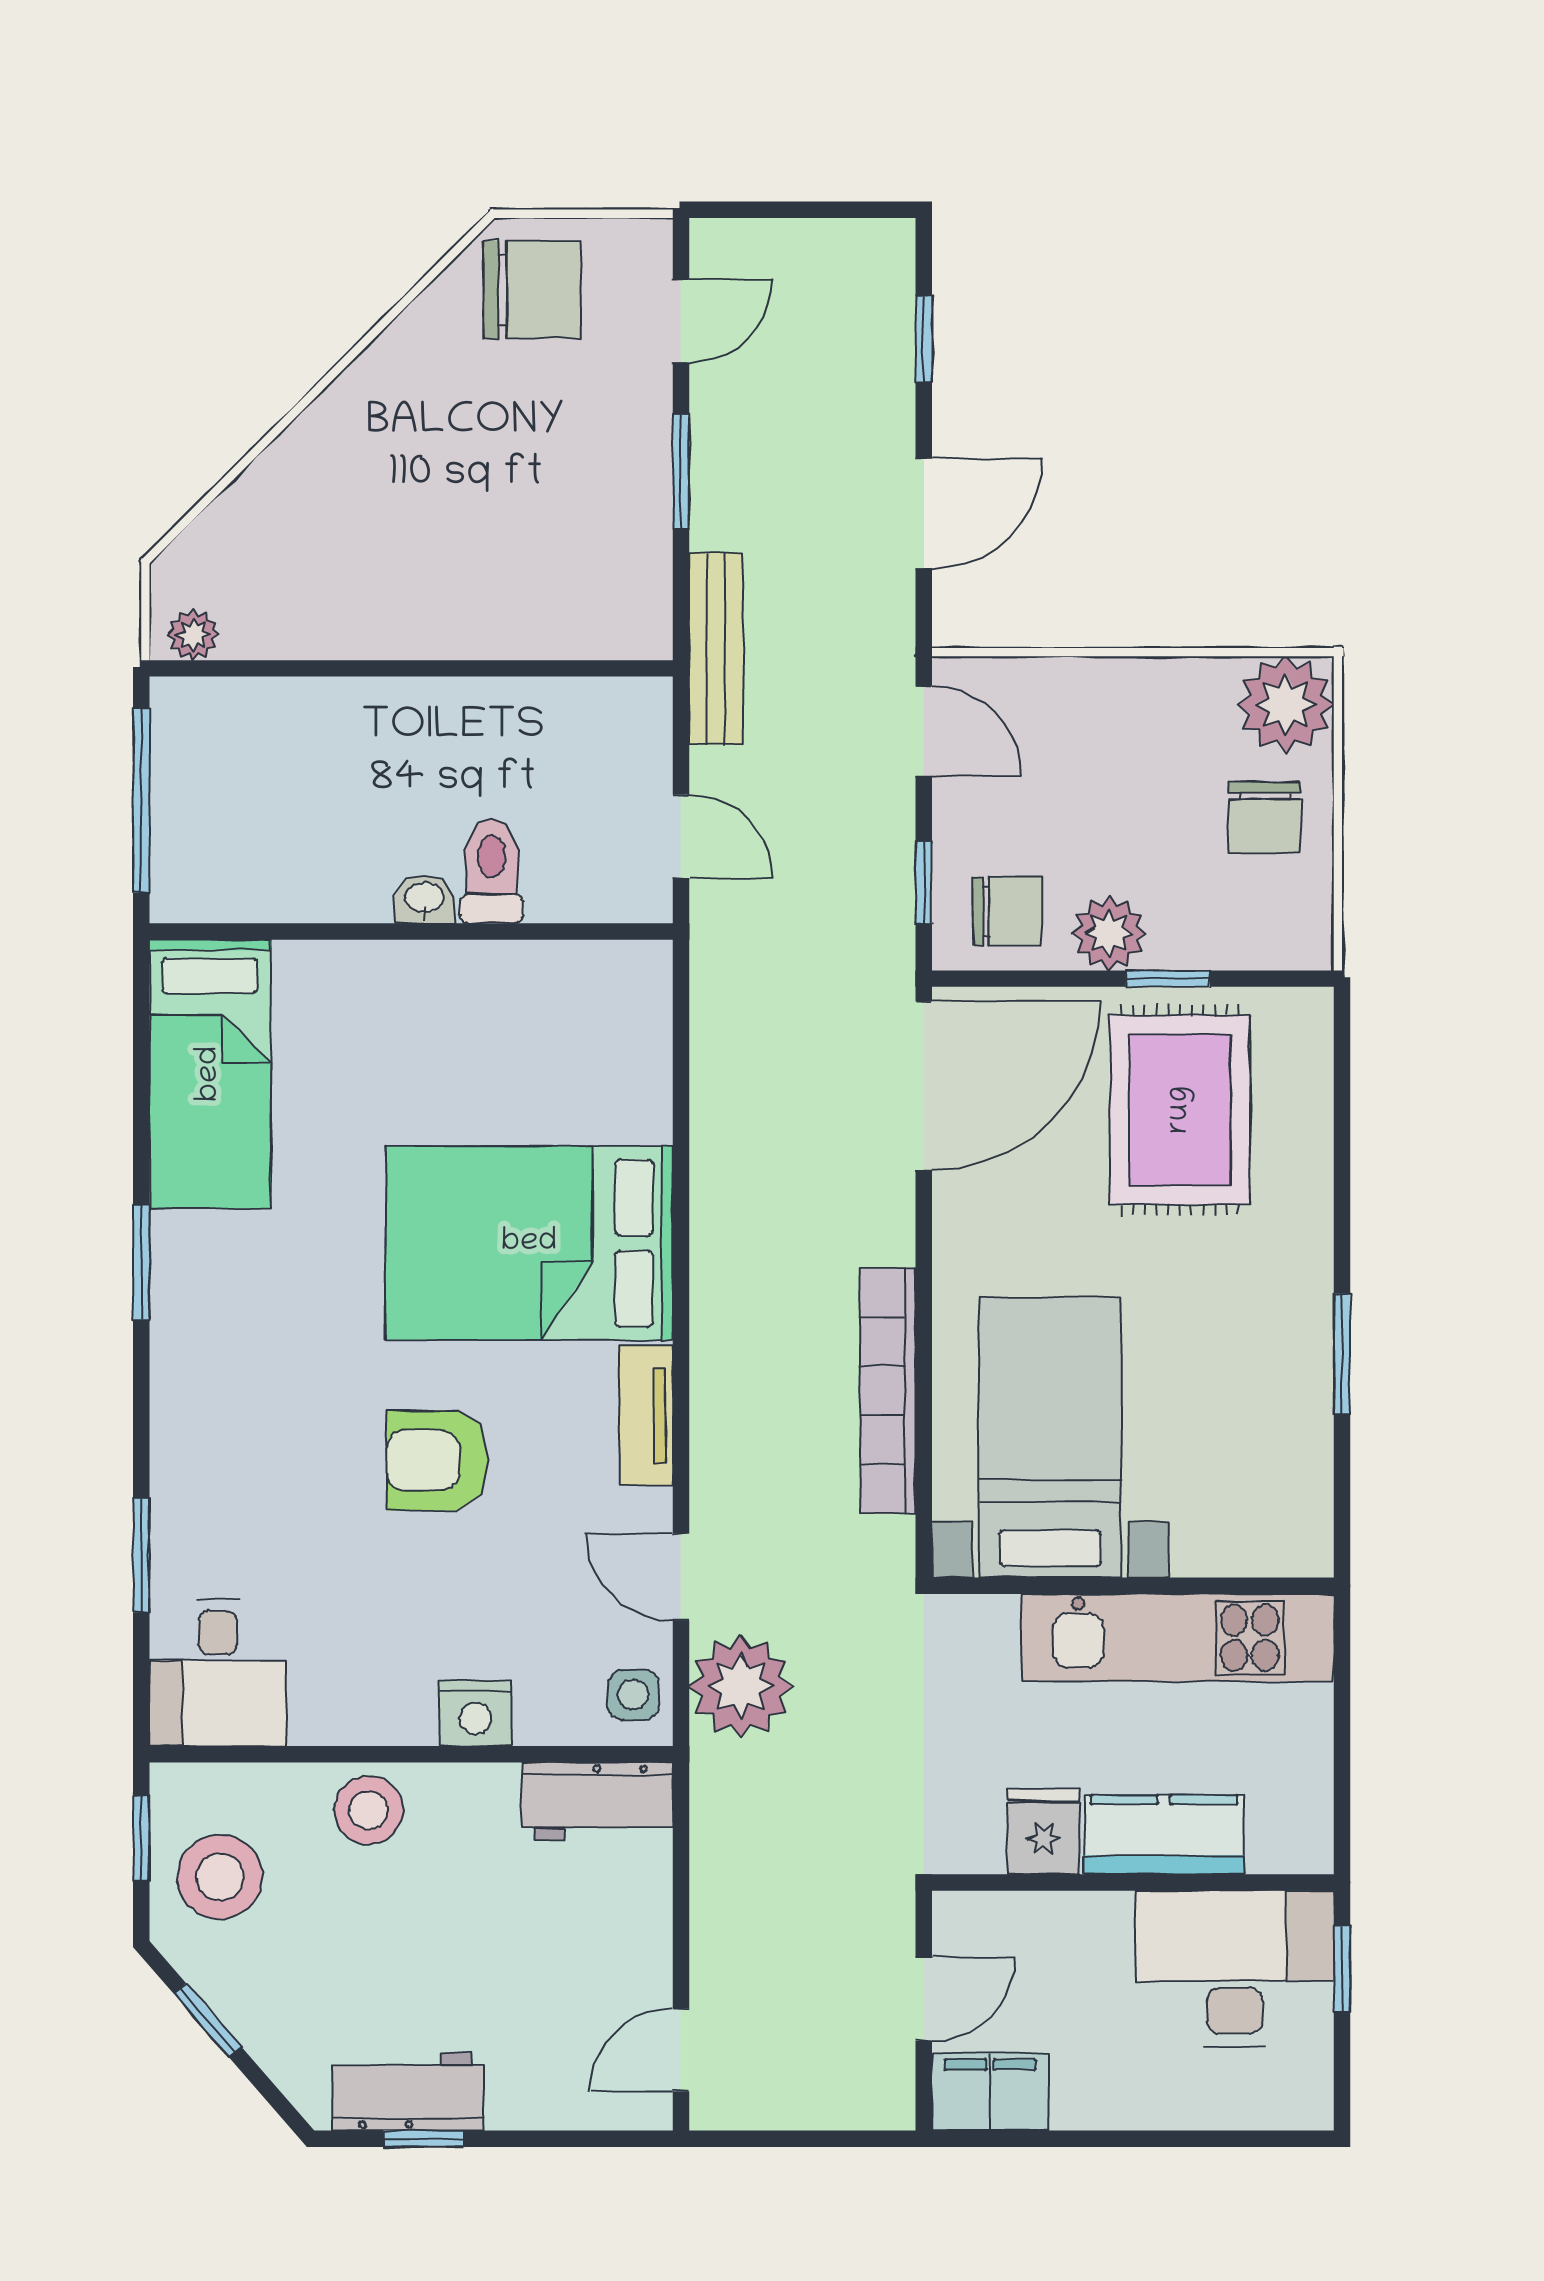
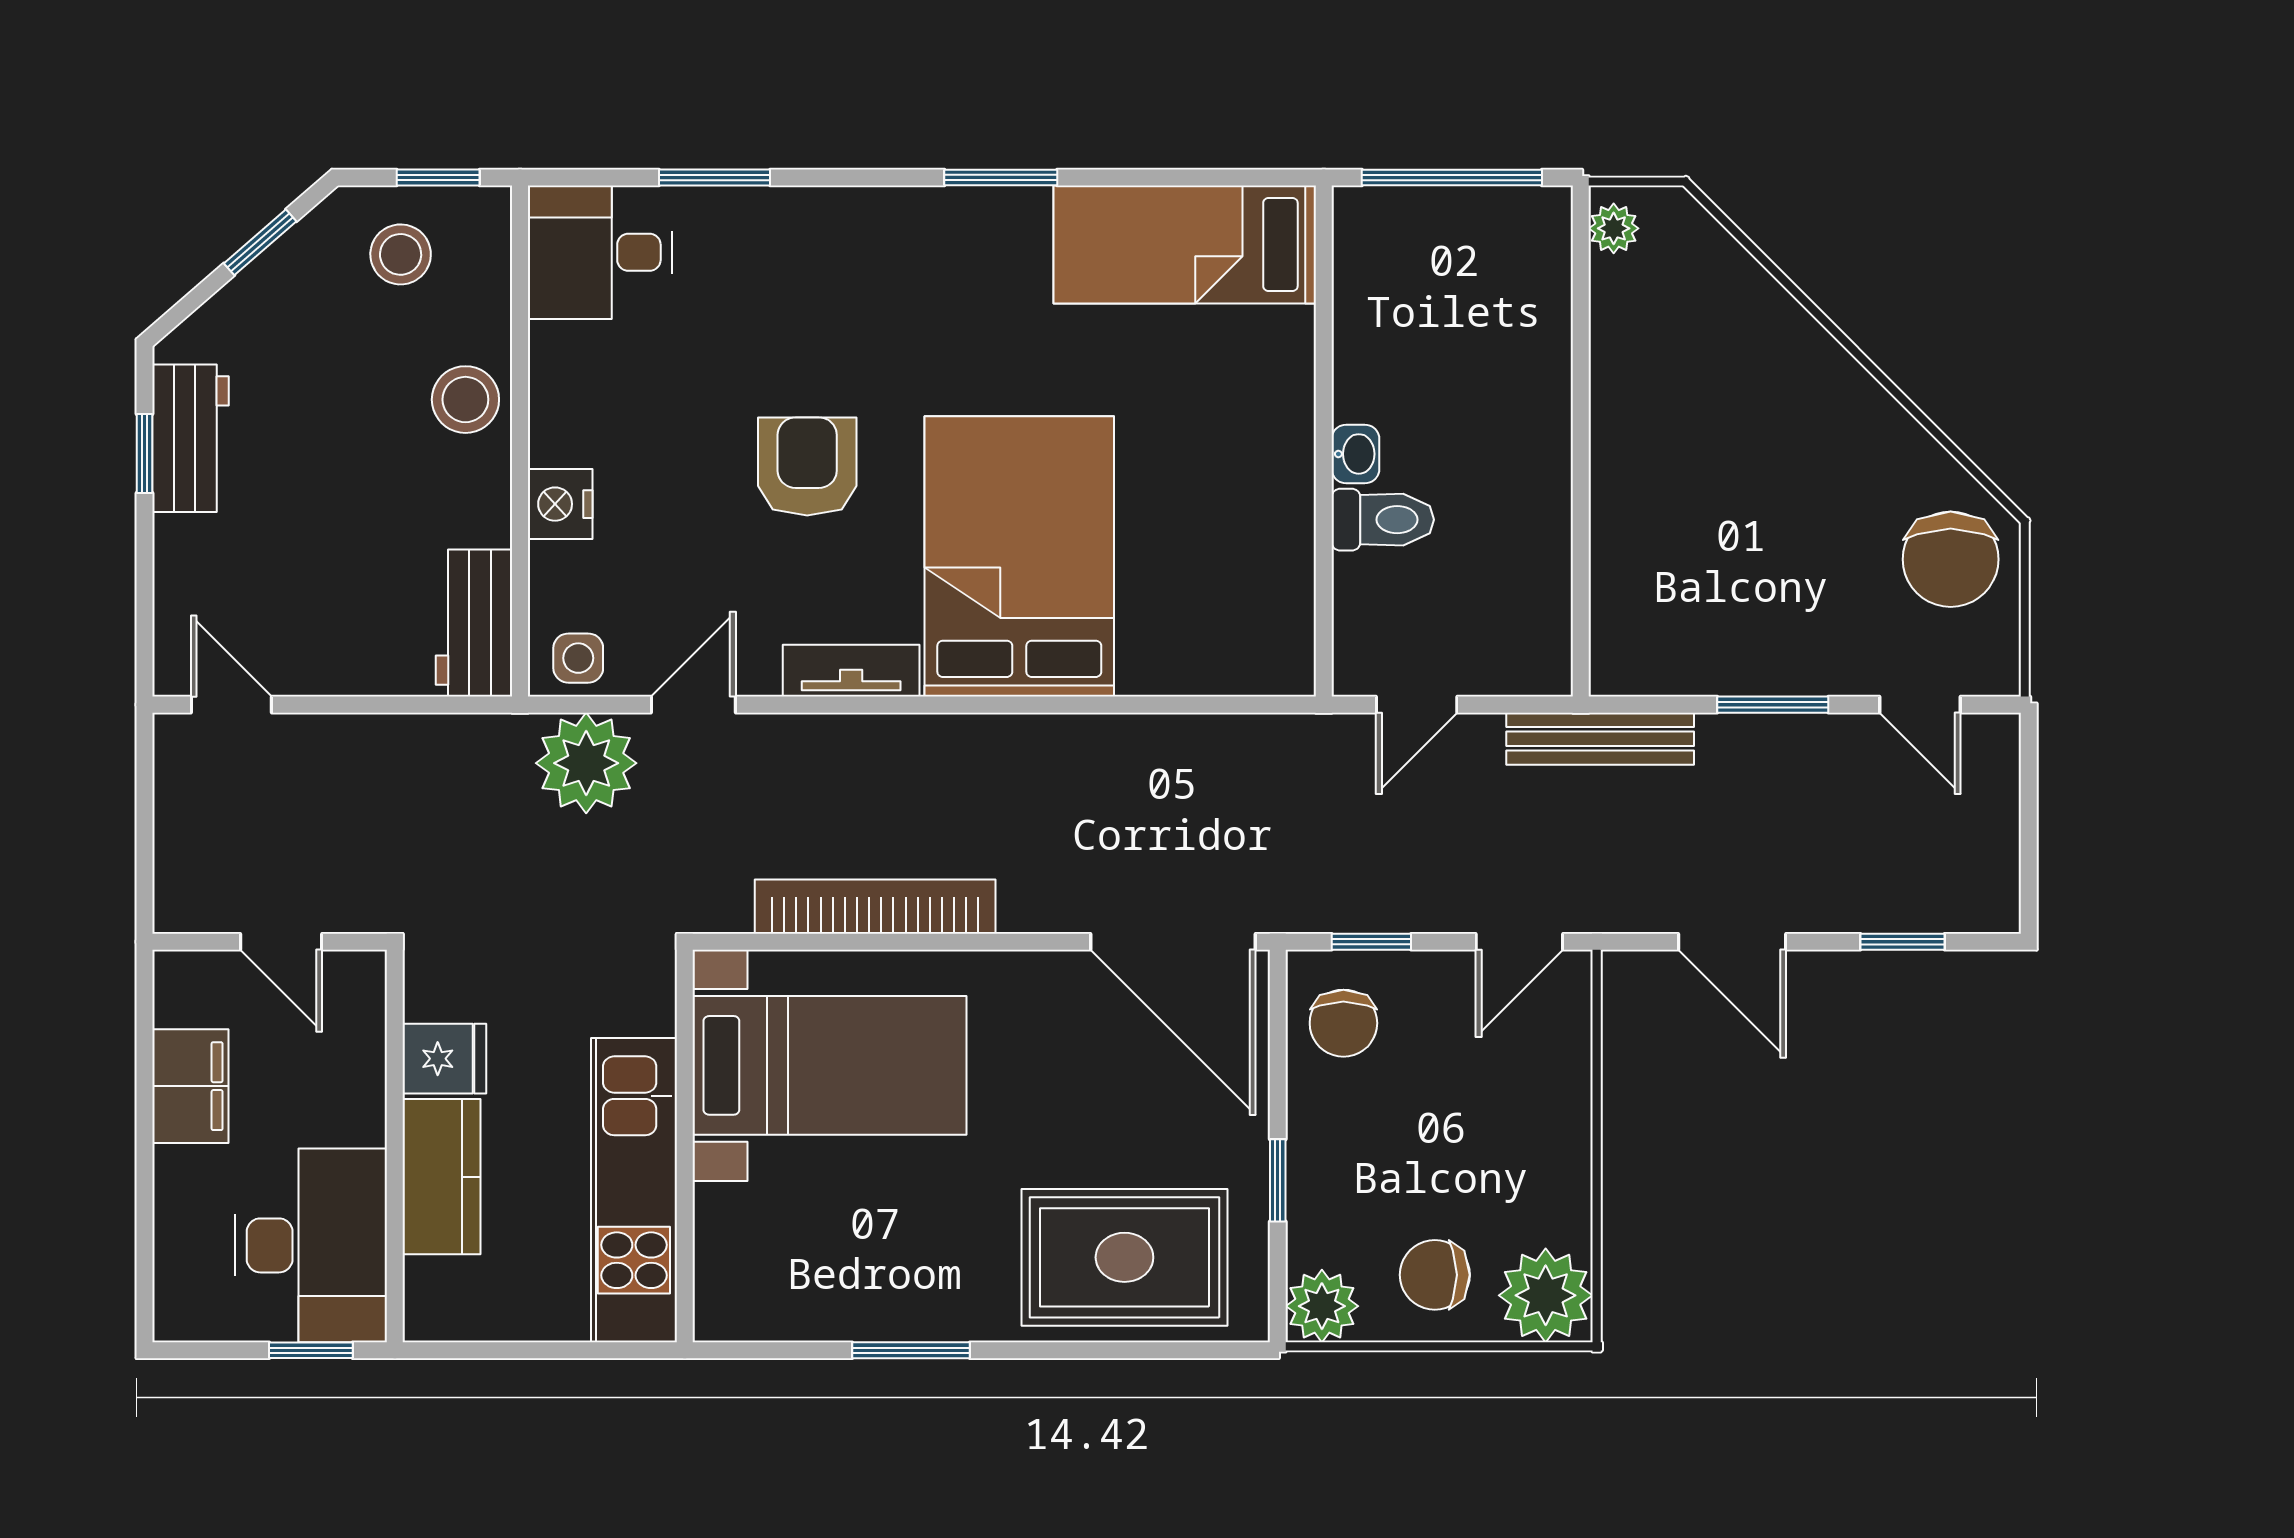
plant: (1109, 933) -> (1322, 1306), moved
rug: (1180, 1110) -> (1124, 1257), moved
stool: (220, 1877) -> (401, 254), width x0.73, depth x0.73
filing cabinet: (990, 2092) -> (190, 1086), moved

